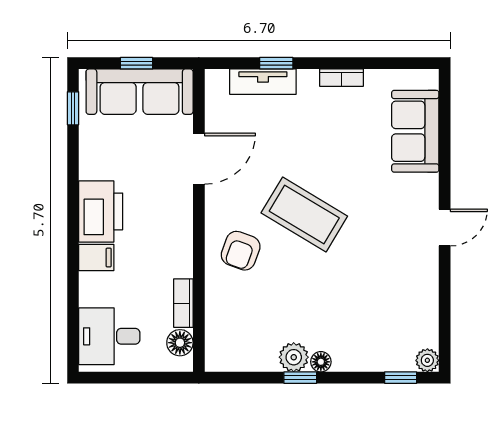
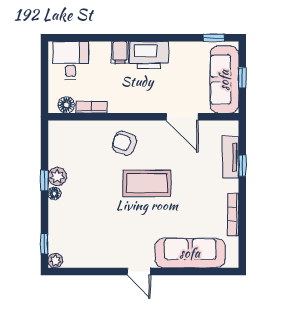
bookcase: (342, 78) -> (233, 214), width x1.56
sofa: (415, 131) -> (190, 253), width x1.36
coffee table: (304, 214) -> (147, 183), turned 59

